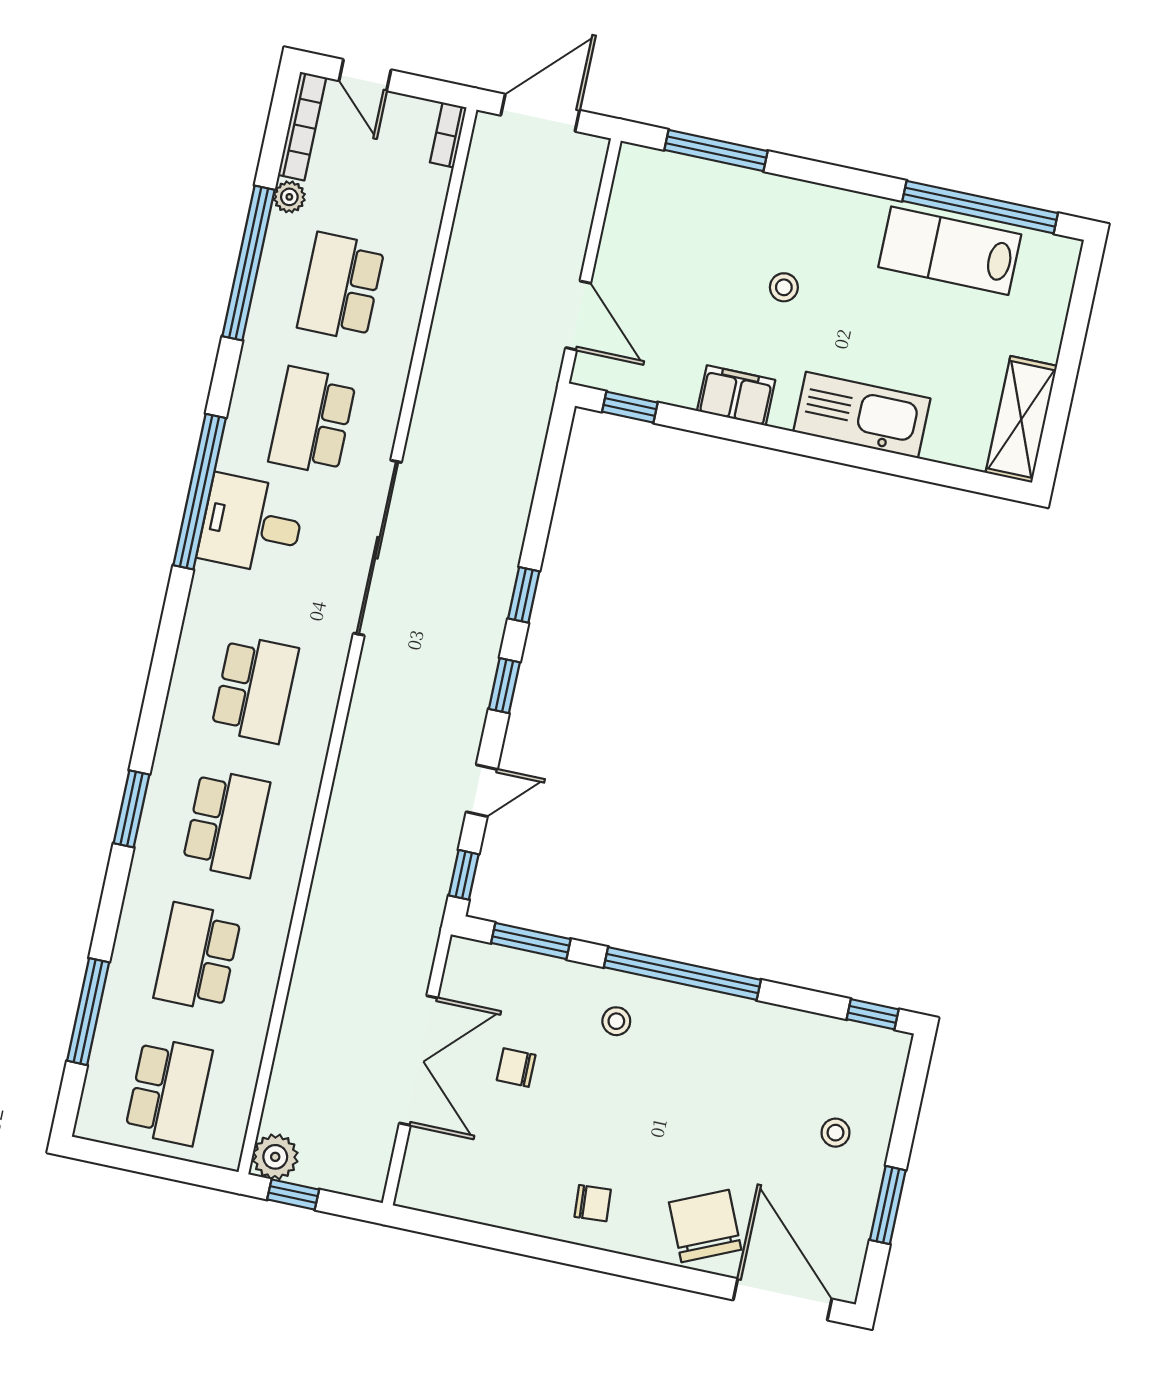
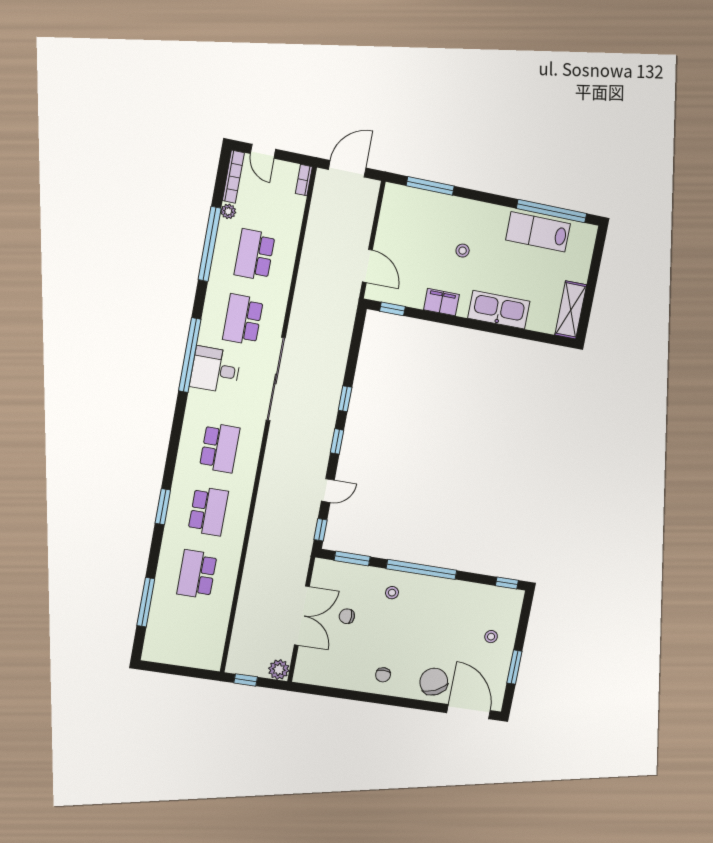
school desk: (169, 1091) -> (186, 637), removed
plant: (275, 1157) -> (279, 670), moved
chair: (593, 1203) -> (383, 675), turned 94

